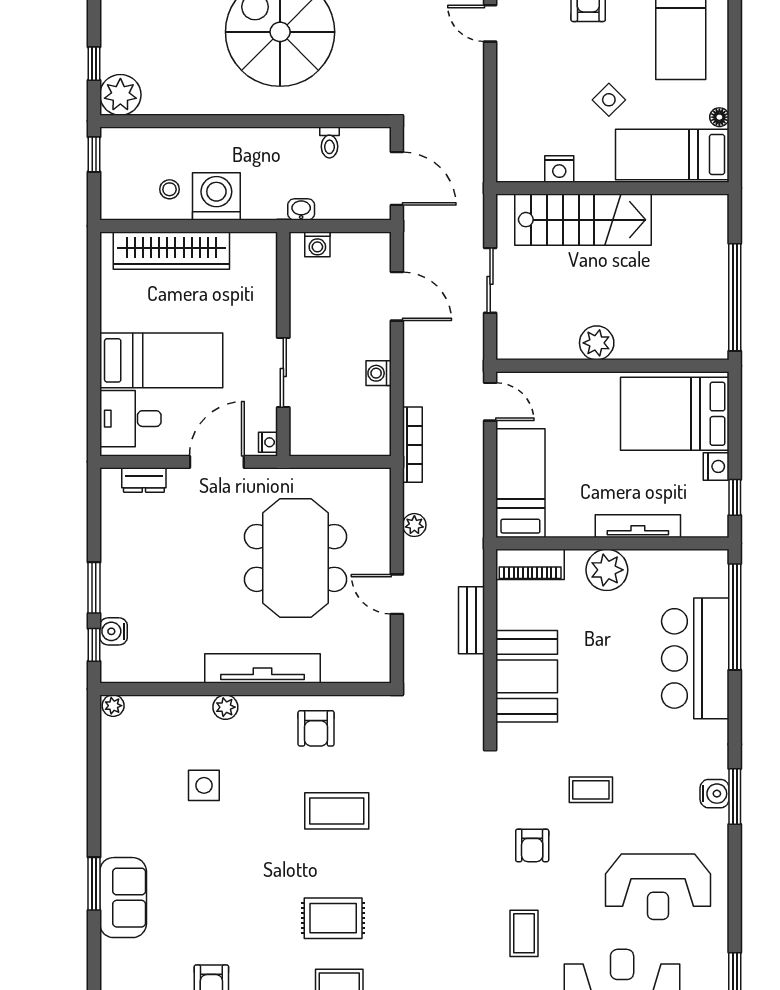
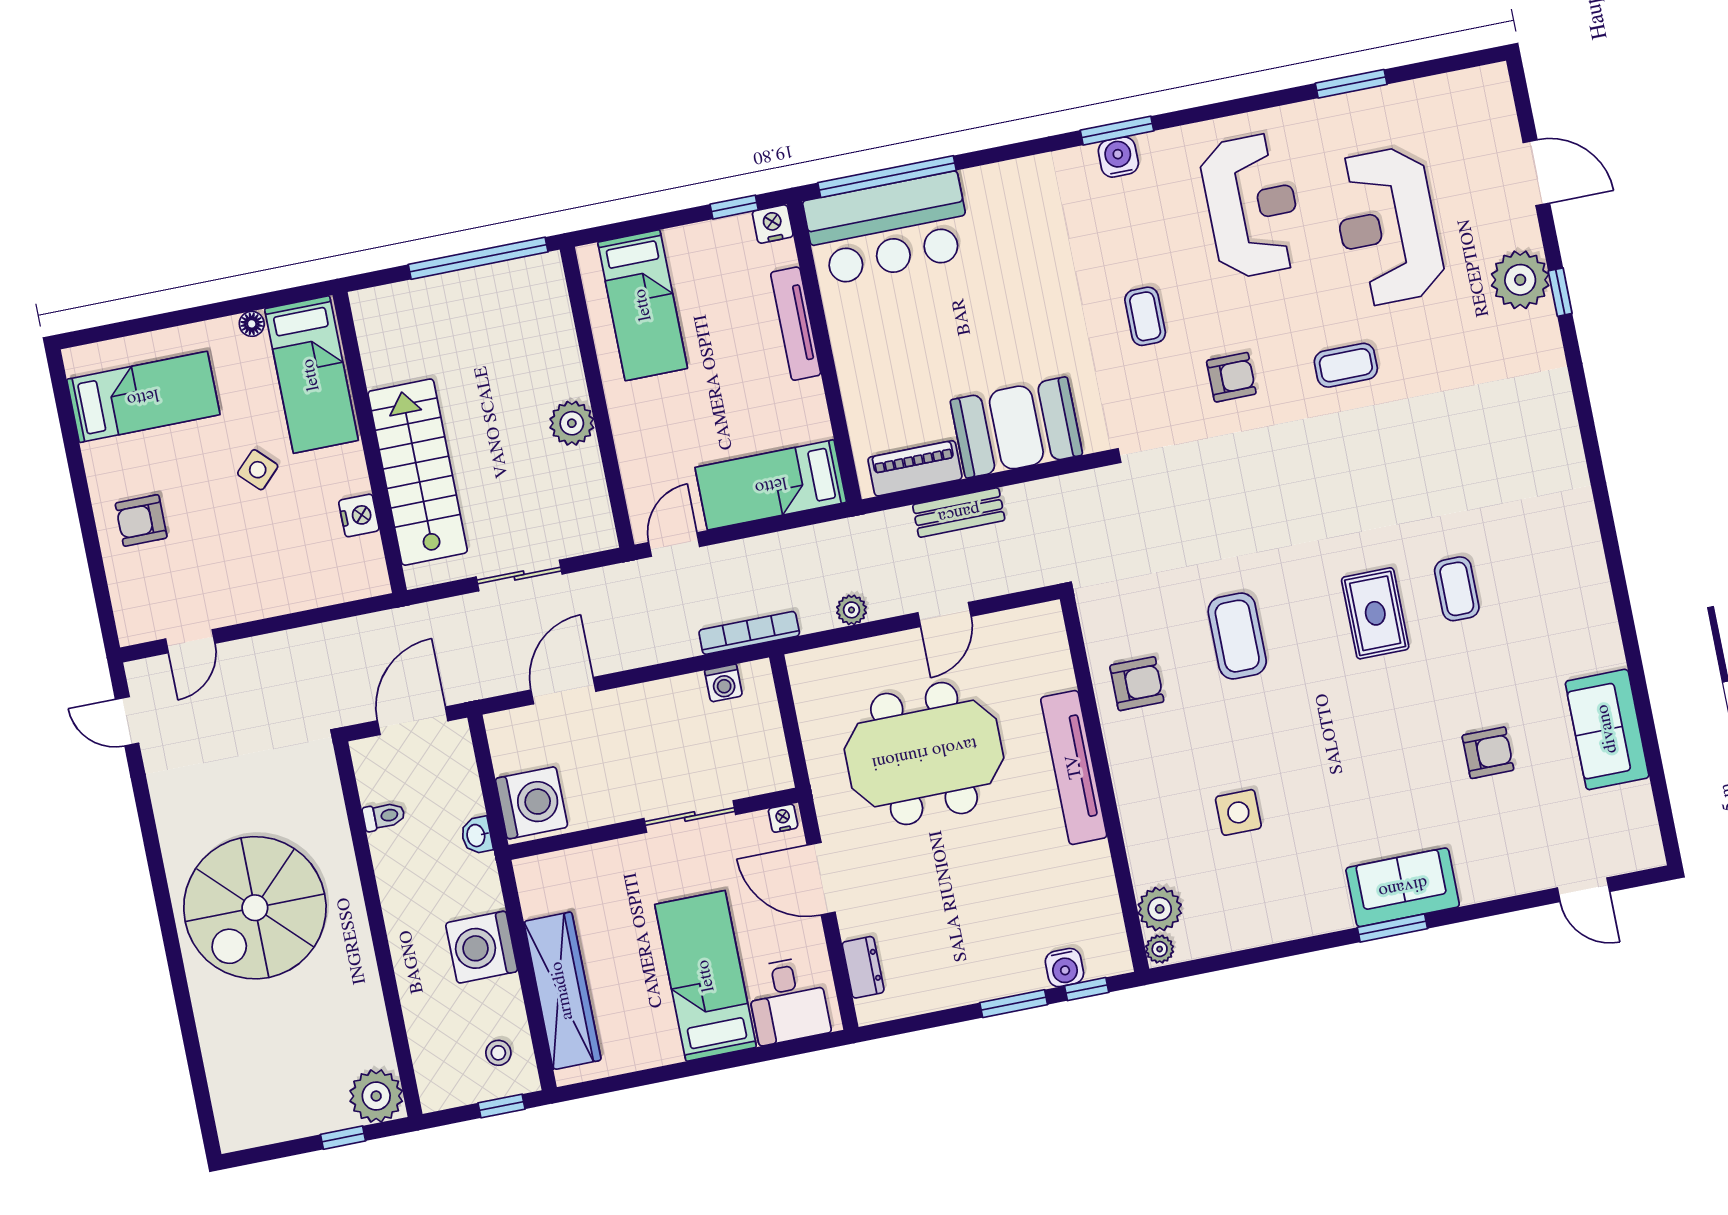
window: (94, 154) -> (501, 1106), moved
stool: (170, 189) -> (498, 1053), moved
washing machine: (317, 244) -> (532, 803), width x1.89, depth x1.89
washing machine: (379, 373) -> (723, 683), moved
bed: (675, 414) -> (643, 305), width x0.67
nightstand: (716, 466) -> (773, 224), moved
piano: (530, 564) -> (915, 468), moved, turned -90
plant: (607, 570) -> (860, 352), removed
bar counter: (695, 658) -> (888, 229), moved
plant: (225, 707) -> (1160, 909), moved, width x1.38, depth x1.38

